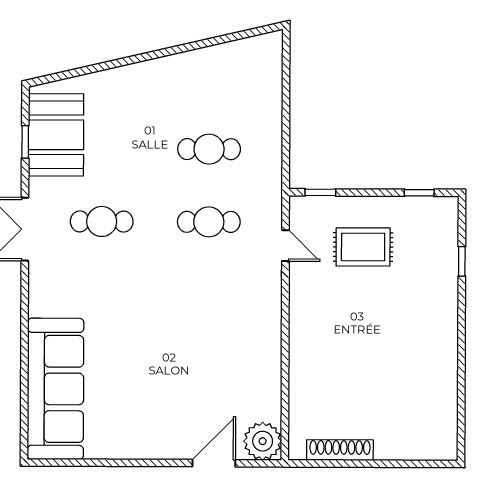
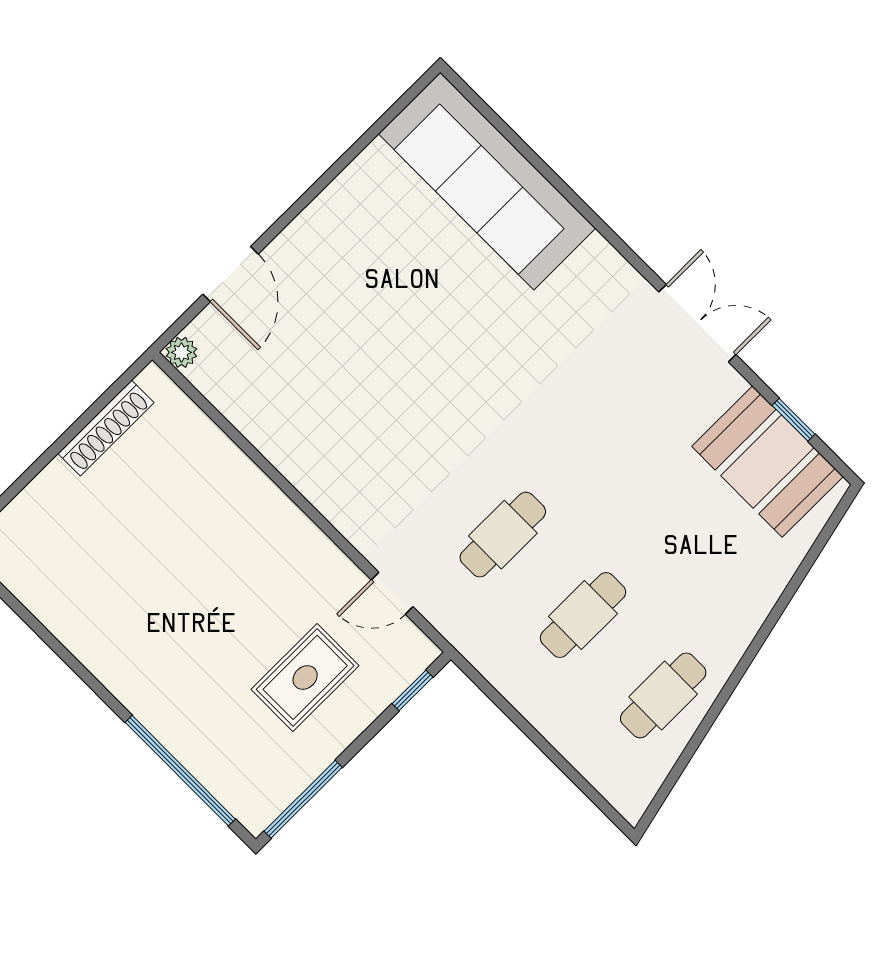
window: (419, 193) -> (303, 799), width x2.17
cafe table: (102, 221) -> (663, 695), moved
window: (462, 261) -> (180, 771), width x3.17
plant: (263, 441) -> (181, 352), width x0.53, depth x0.53

